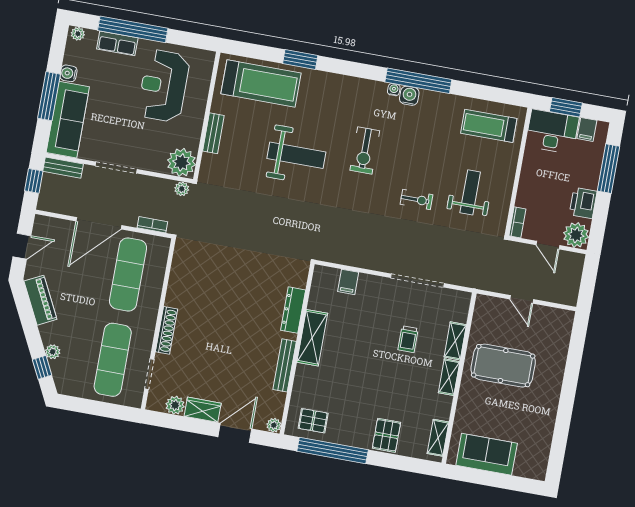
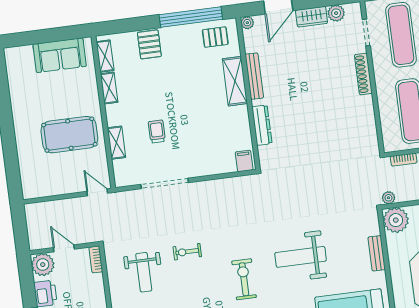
filing cabinet: (348, 282) -> (244, 161), moved
door: (522, 299) -> (97, 192), moved
shelving: (312, 338) -> (235, 81), moved
shelving: (449, 377) -> (109, 88), moved

